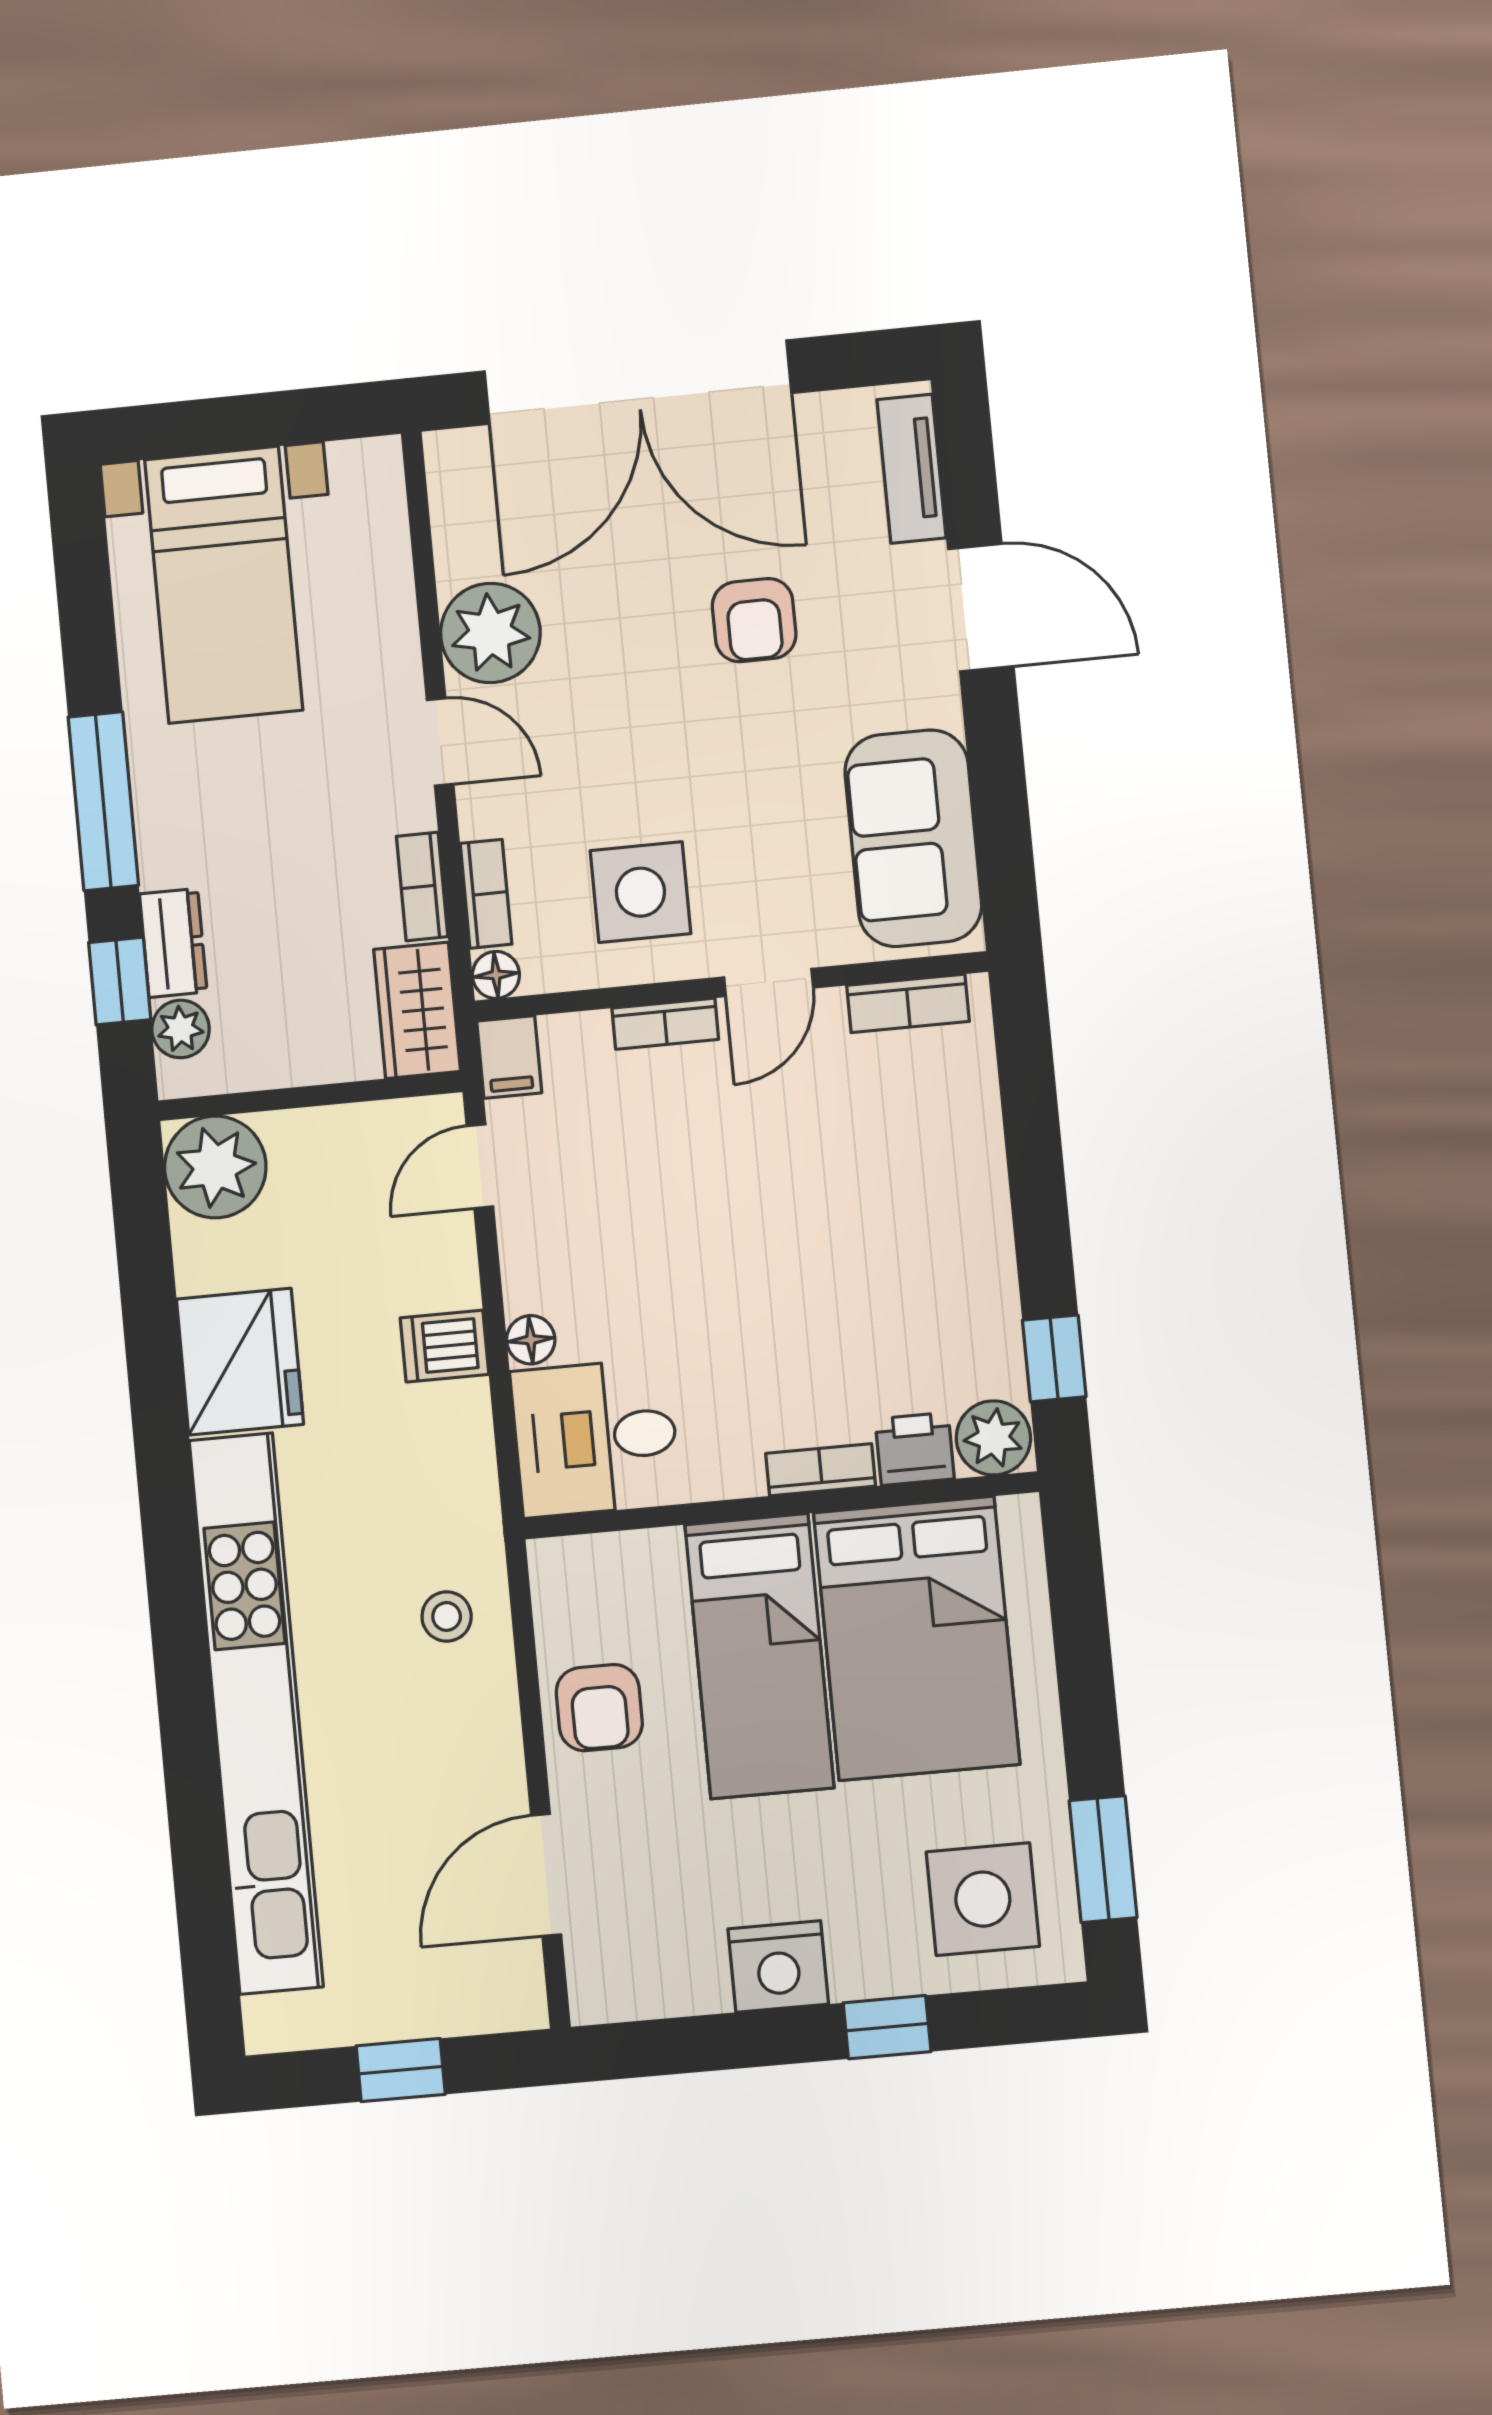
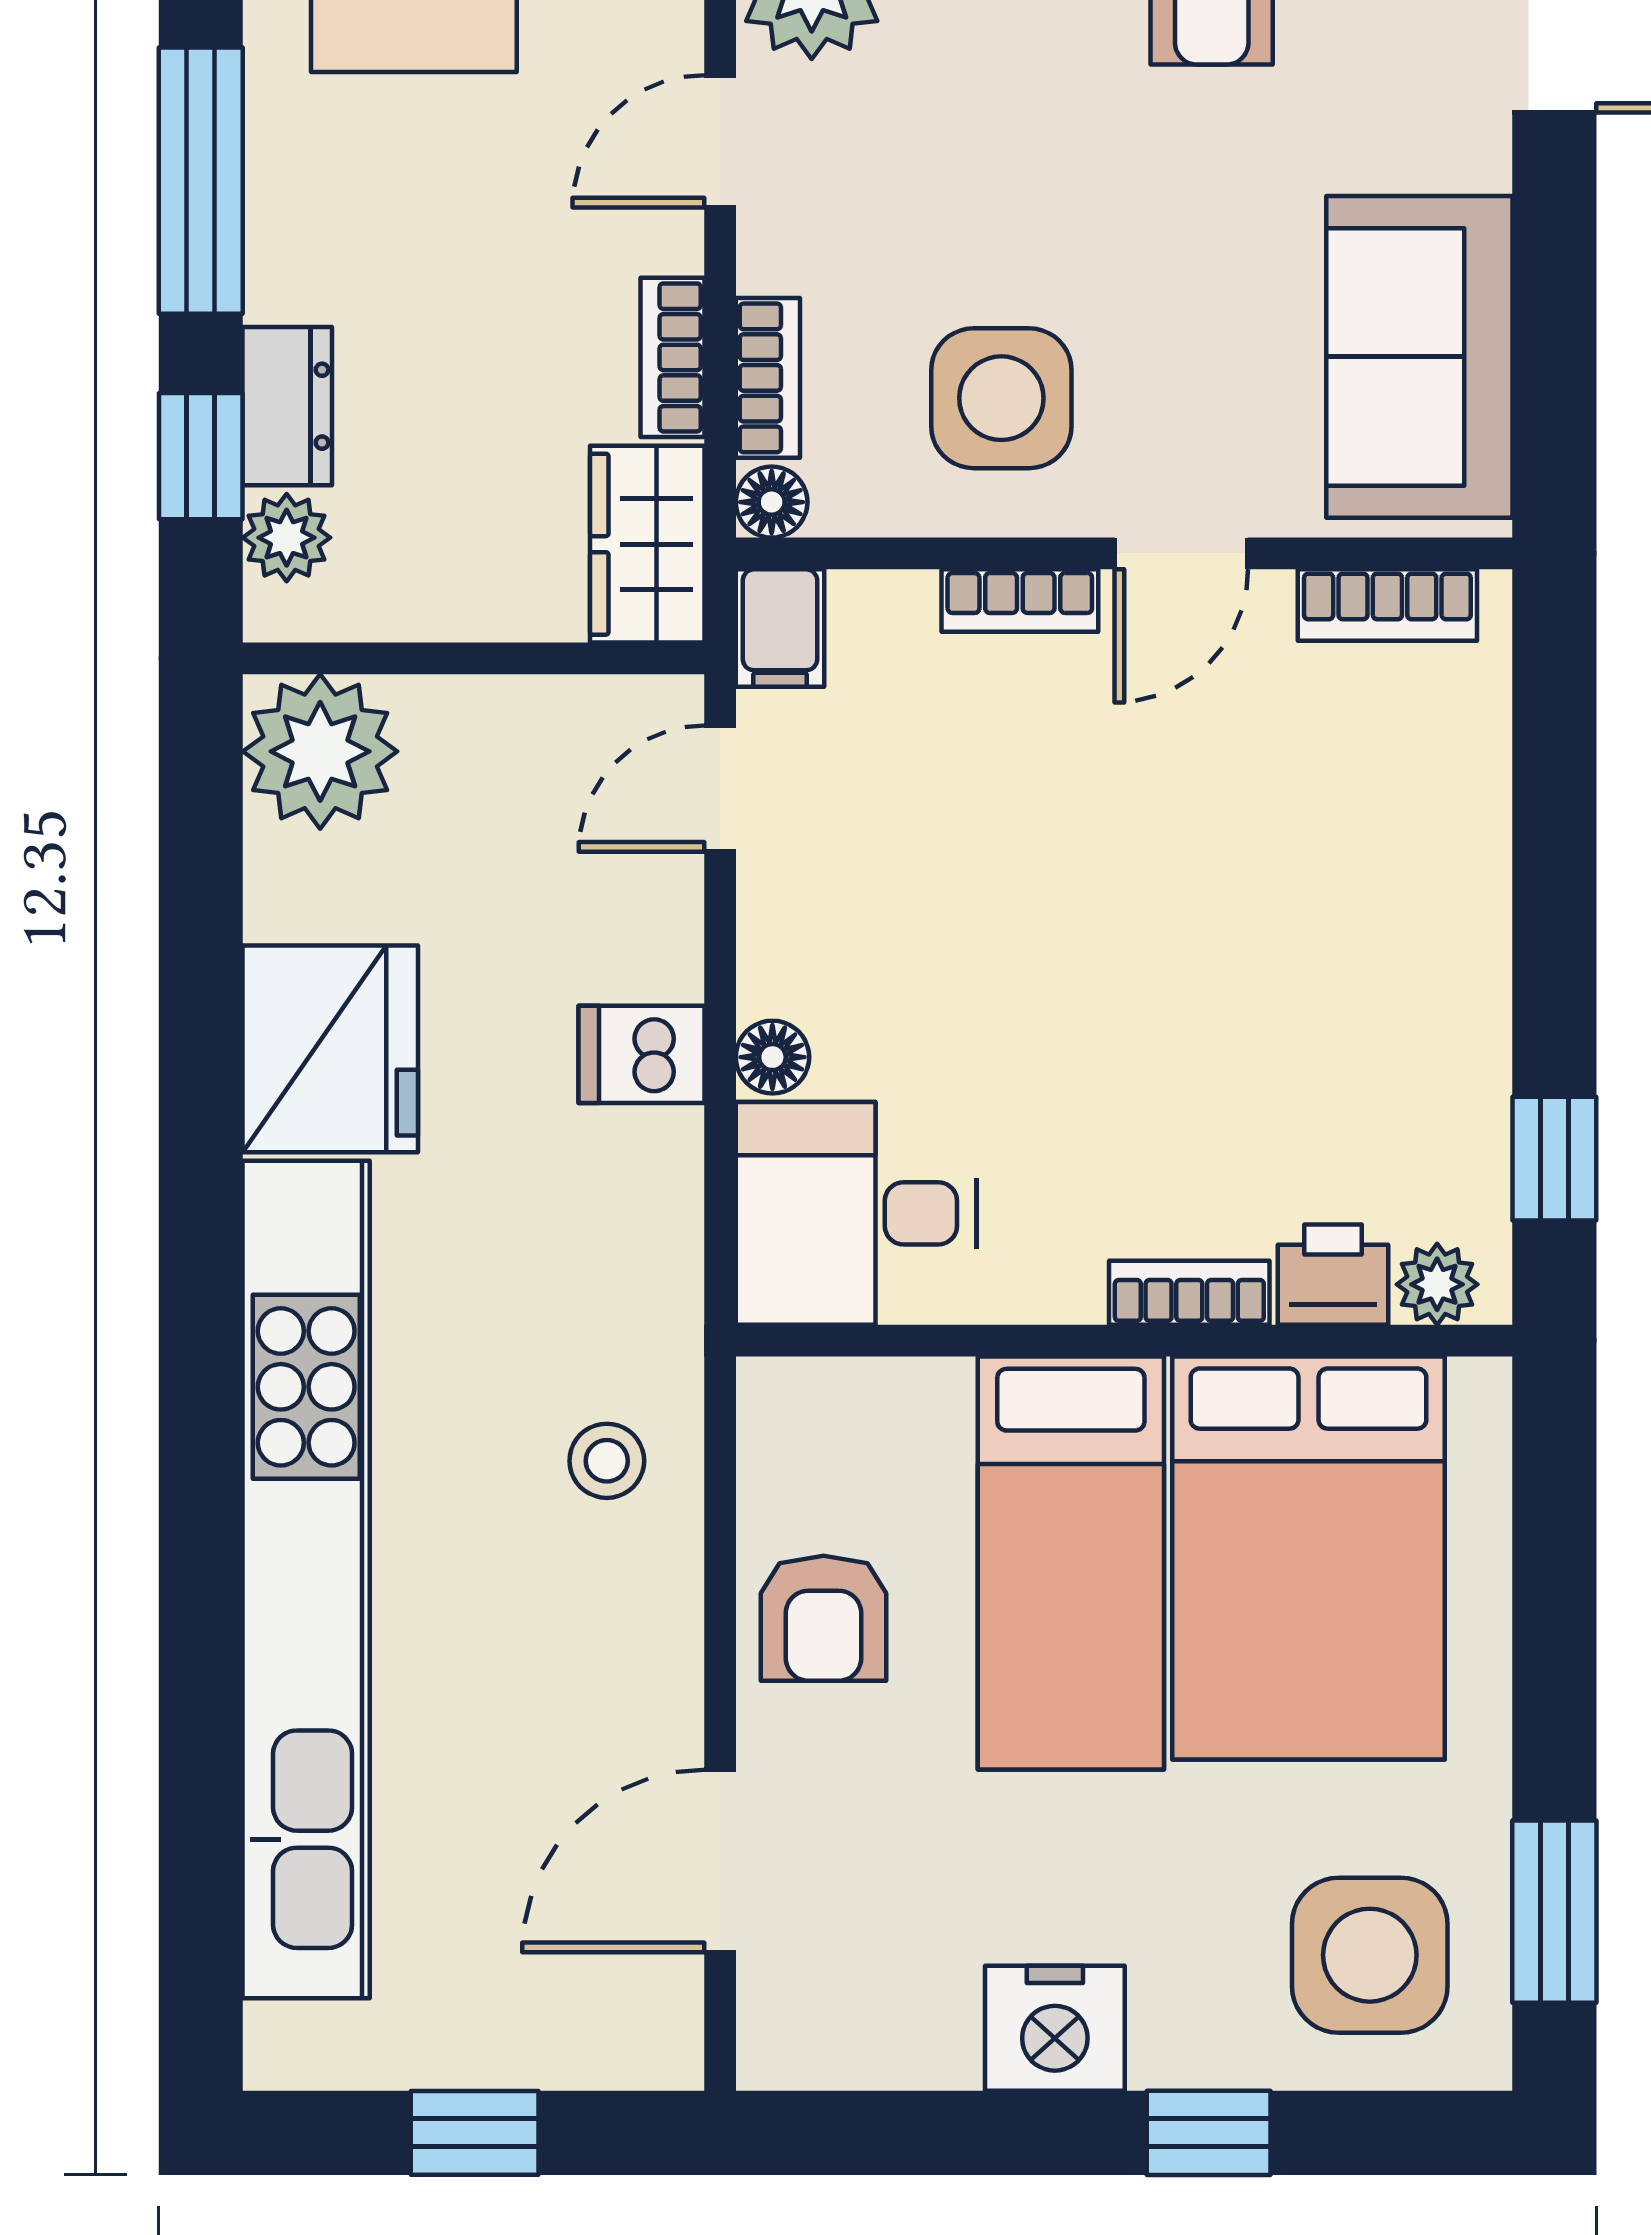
door: (440, 742) -> (720, 141), swing flipped
plant: (993, 1438) -> (1437, 1284), width x0.73, depth x0.73

